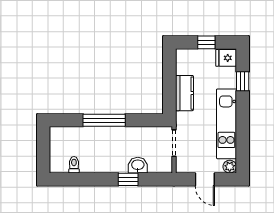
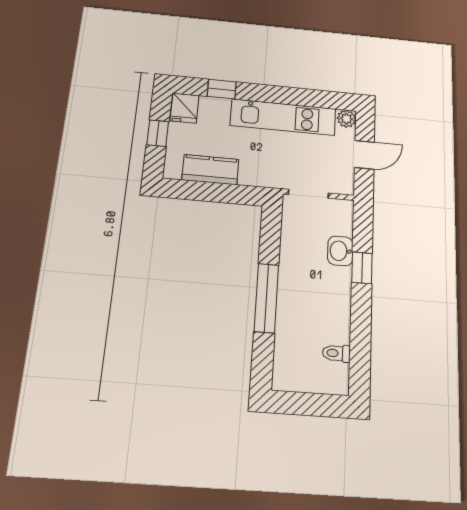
kitchen counter: (184, 93) -> (210, 170), moved

